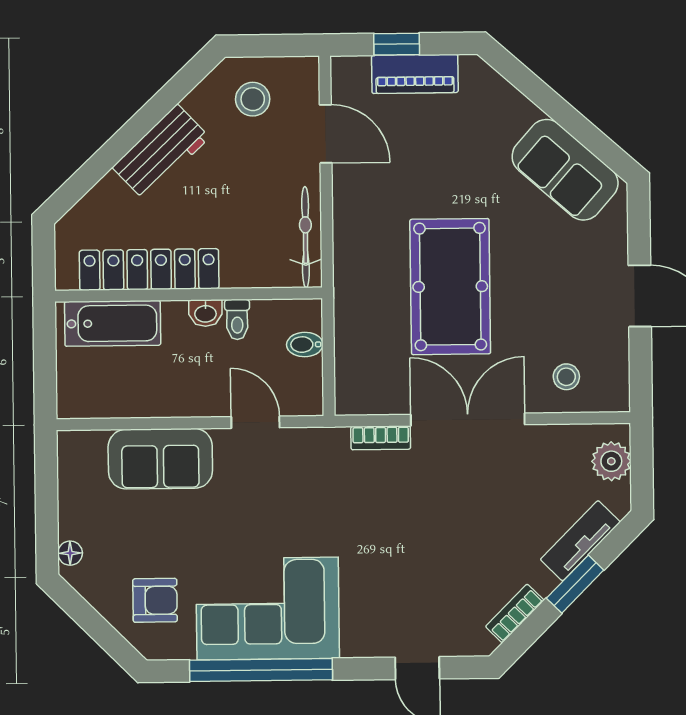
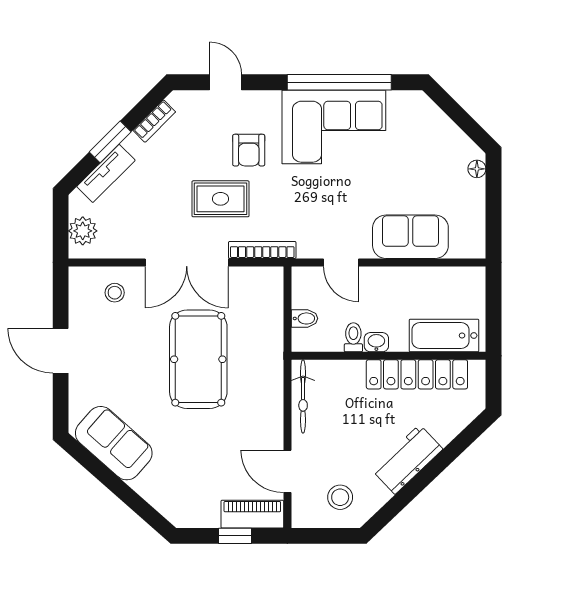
piano: (415, 74) -> (252, 514), moved
bookcase: (381, 438) -> (262, 250), width x1.56
rug: (422, 508) -> (221, 199), added
armchair: (155, 600) -> (249, 150), moved, turned -90

